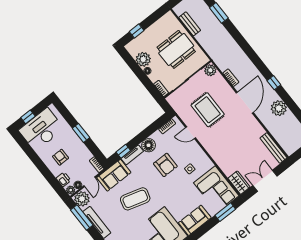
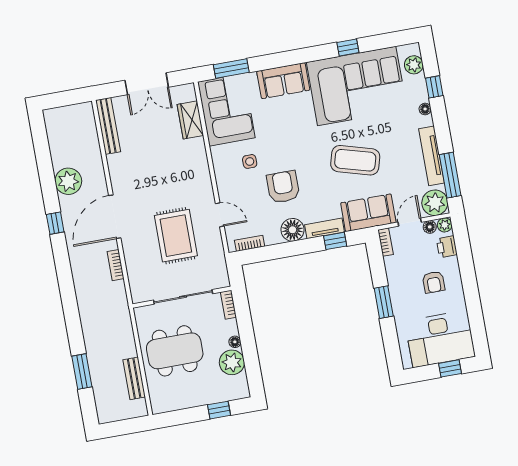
plant: (210, 70) -> (140, 293), removed
wardrobe: (239, 183) -> (190, 120), moved

